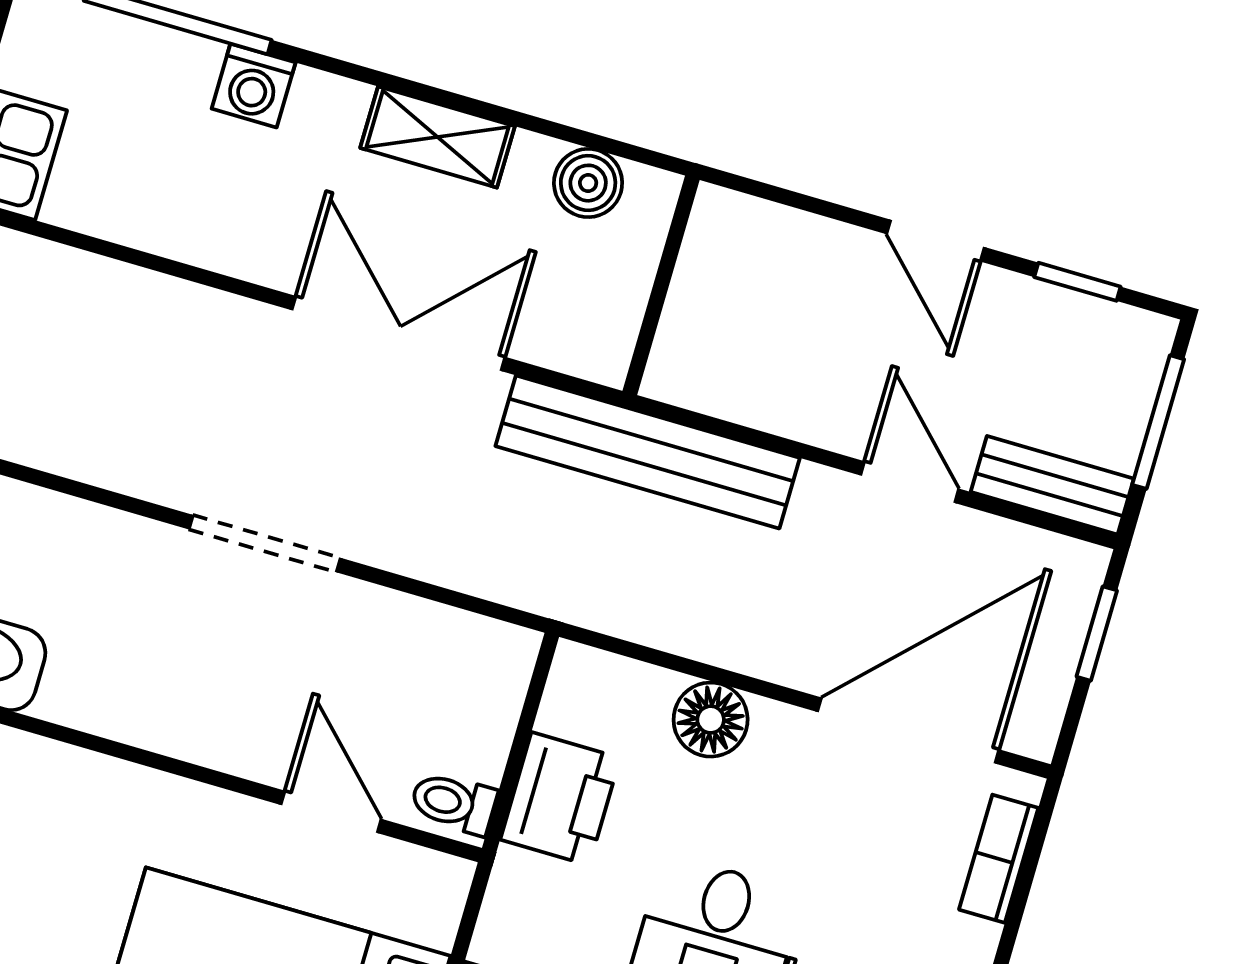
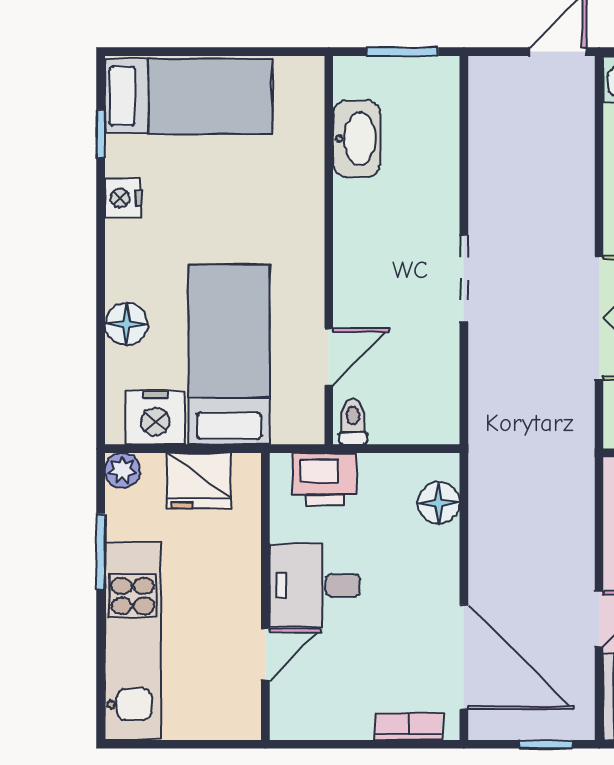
bench: (648, 452) -> (574, 472), removed
floor lamp: (711, 720) -> (439, 503), moved
printer: (560, 799) -> (325, 479), moved

